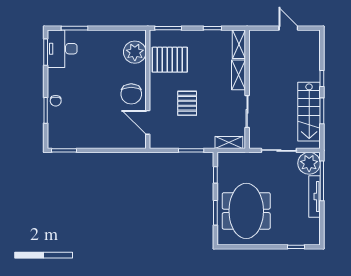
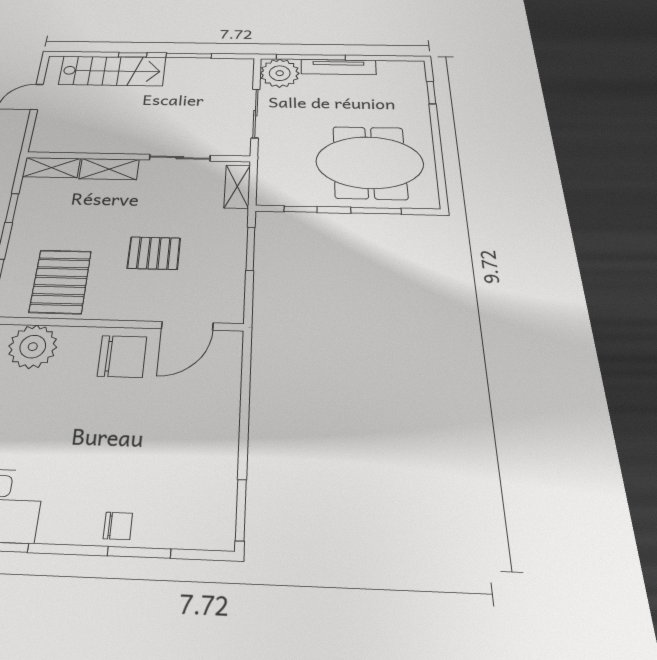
stairs: (309, 112) -> (113, 71), moved

